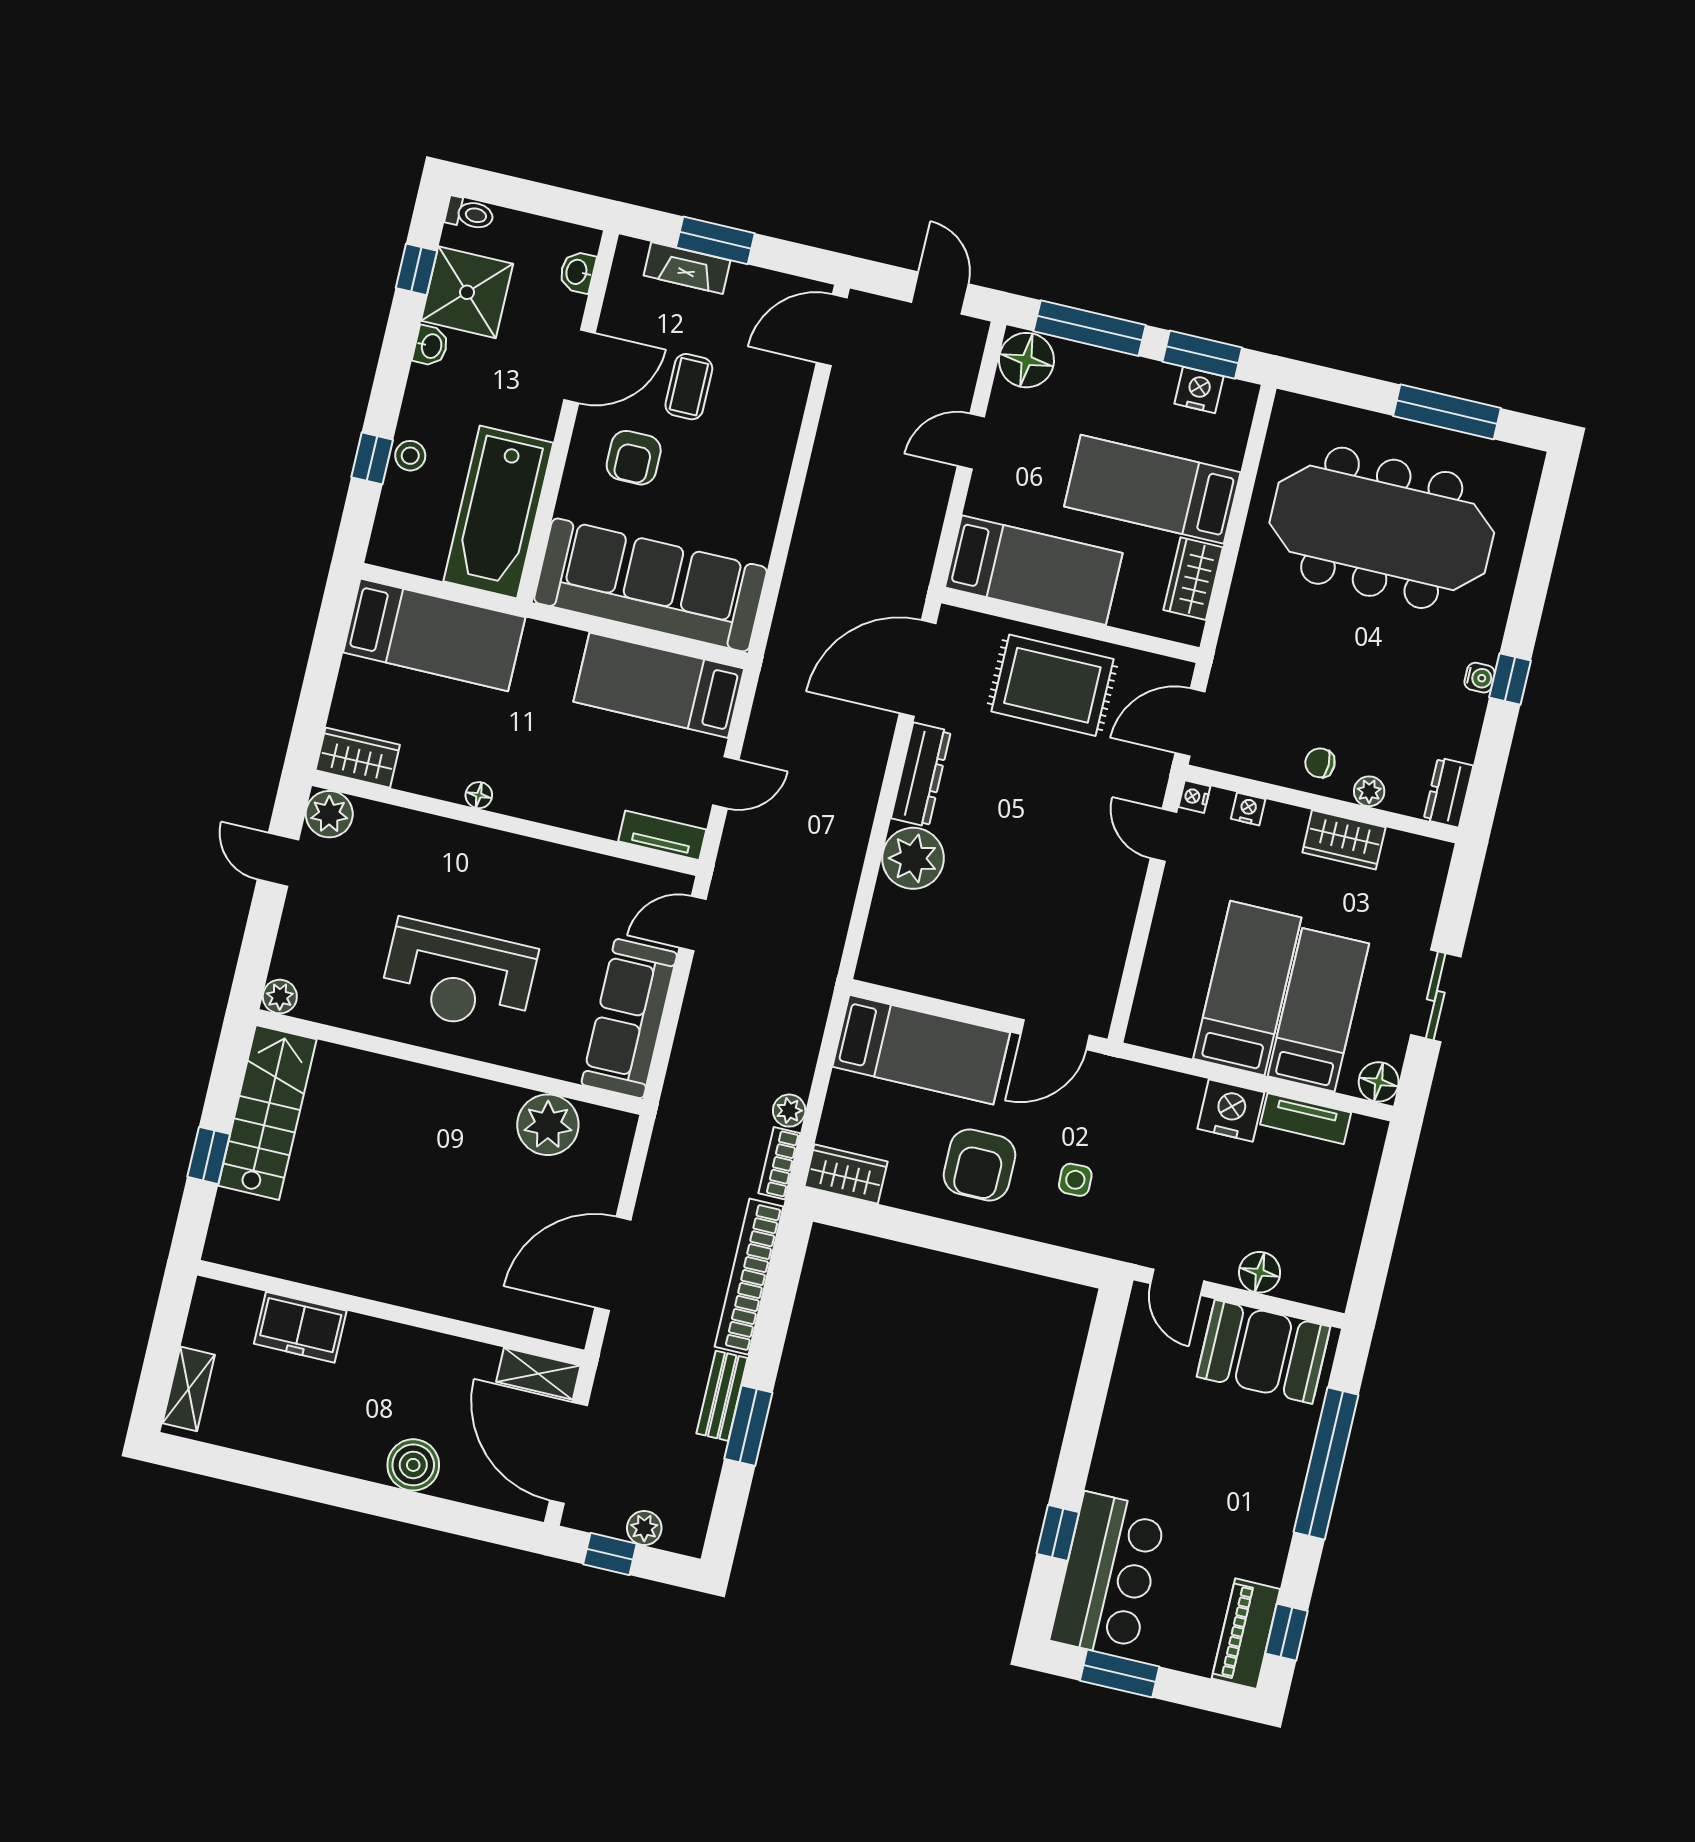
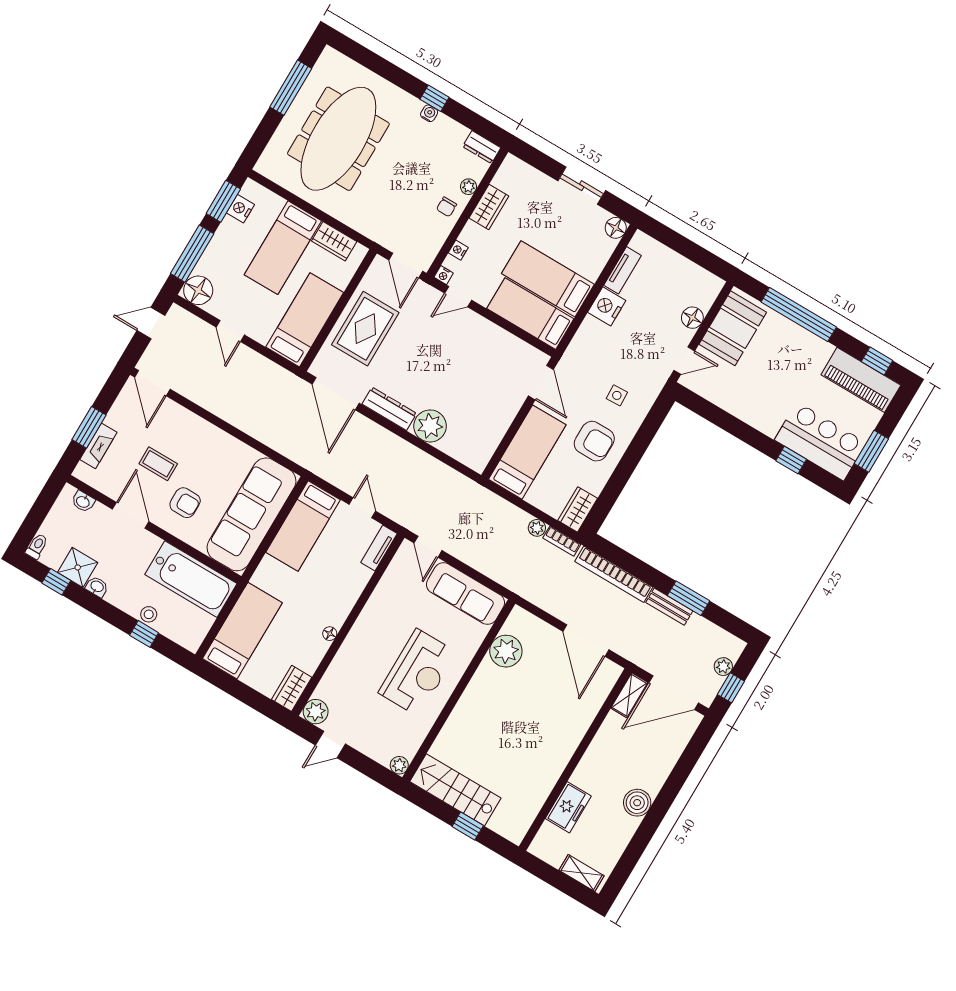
shower: (467, 292) -> (78, 567), width x0.73, depth x0.73
bed: (1318, 1010) -> (530, 314), moved
boiler: (413, 1465) -> (637, 803), moved
piano: (1246, 1634) -> (861, 380), width x1.37, depth x1.33

